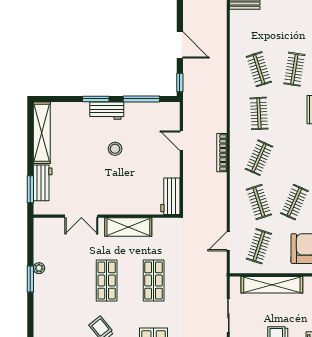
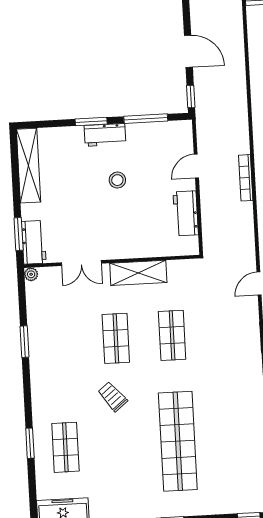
door: (181, 141) -> (196, 166), hinge flipped
workbench: (43, 183) -> (34, 242), moved
workbench: (170, 196) -> (186, 213), moved
plant: (39, 268) -> (31, 274), moved

